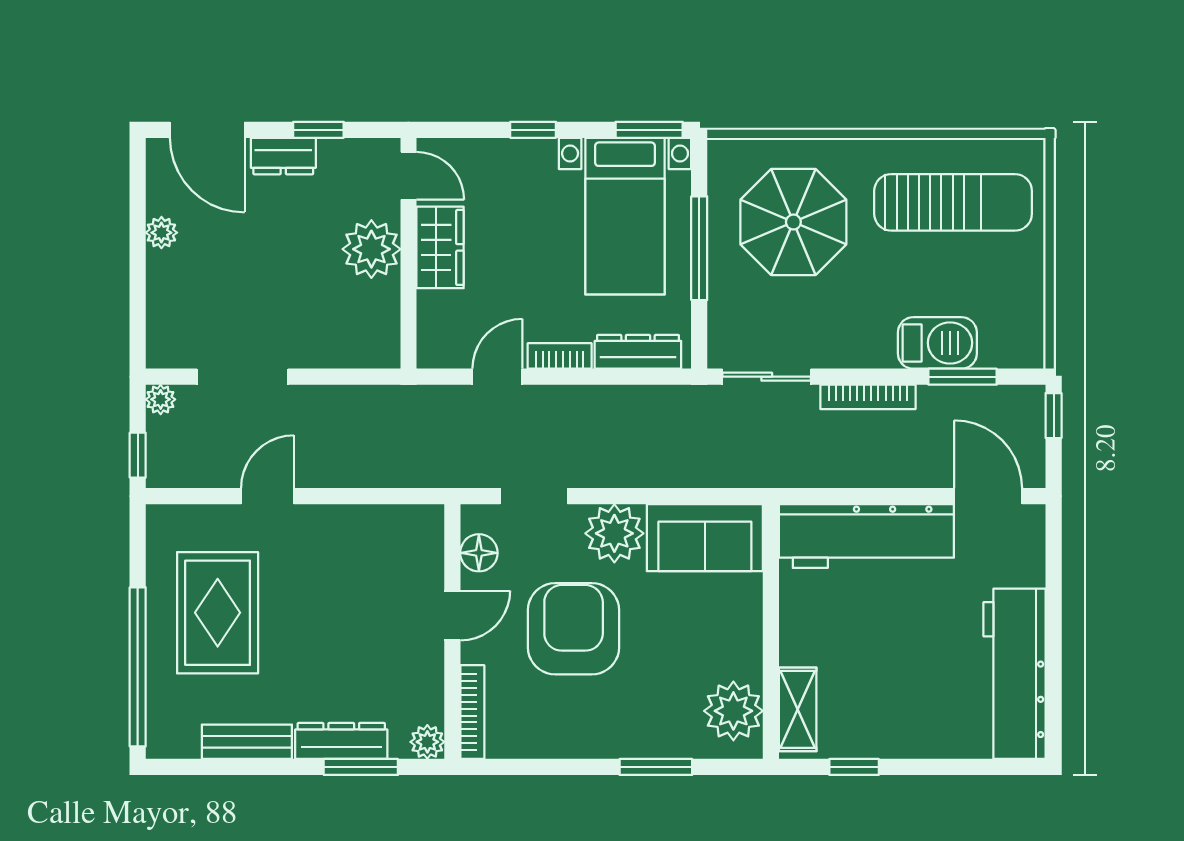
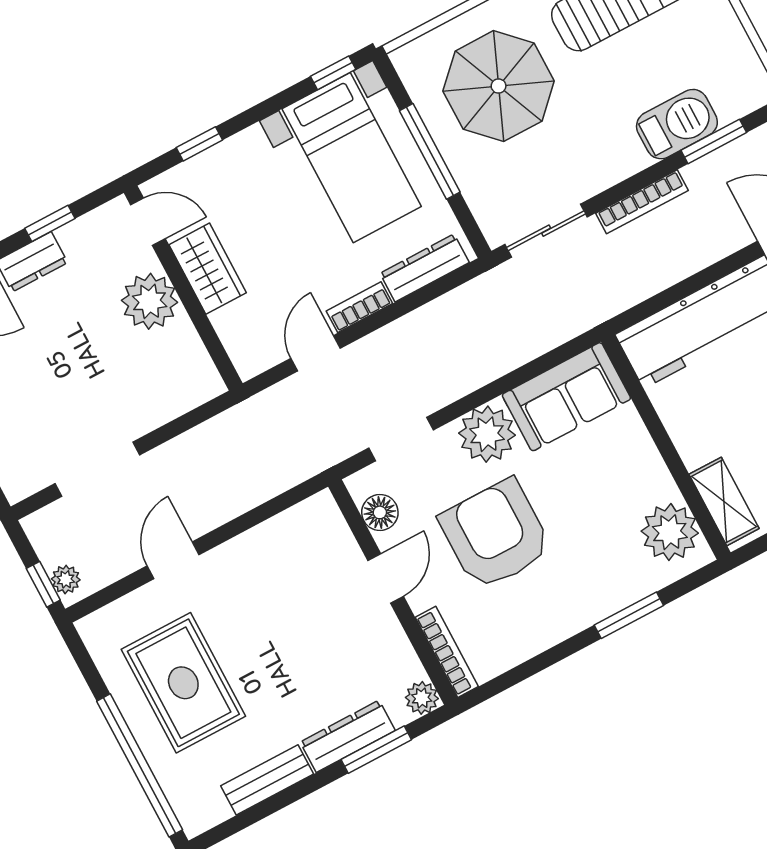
window: (533, 130) -> (199, 144), moved
window: (649, 130) -> (333, 73), width x0.67
plant: (161, 399) -> (66, 579), moved

